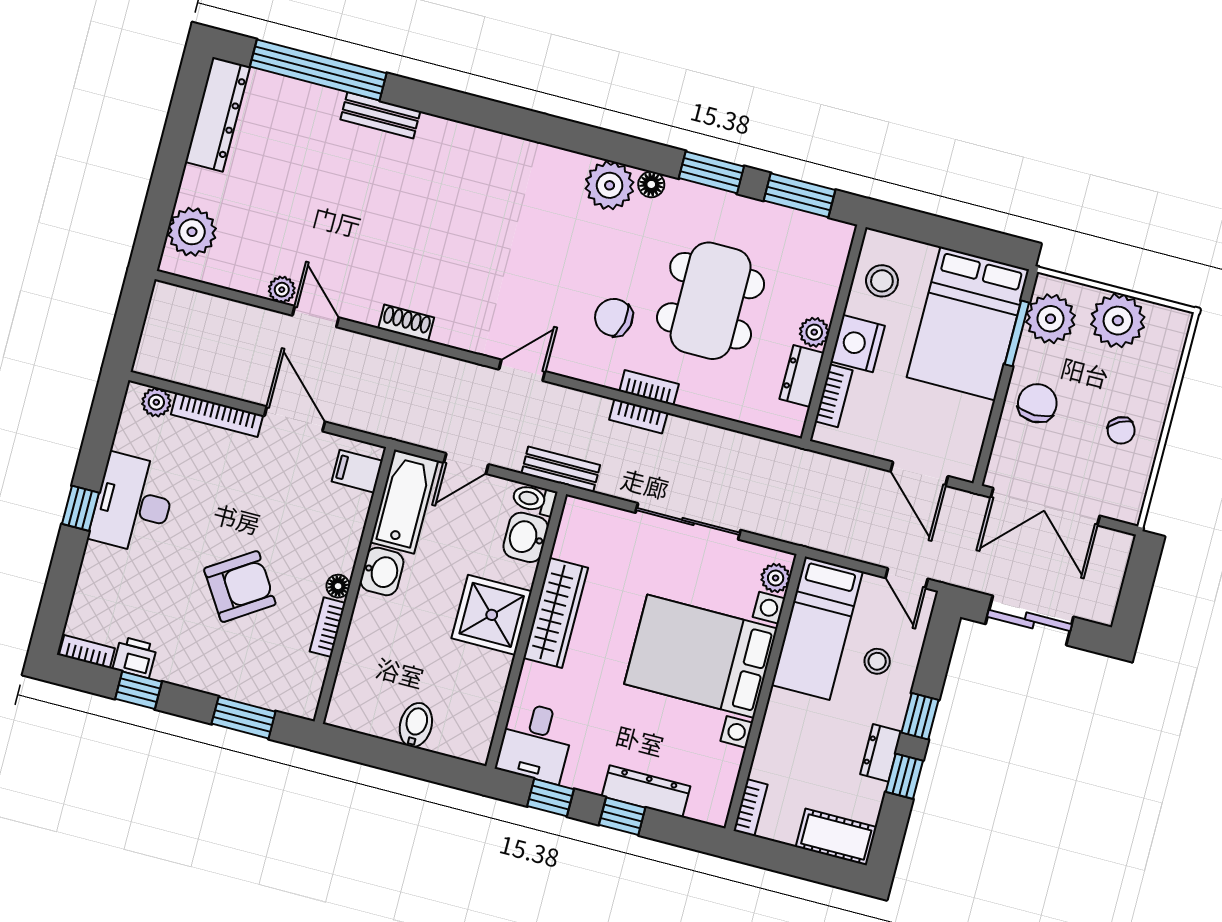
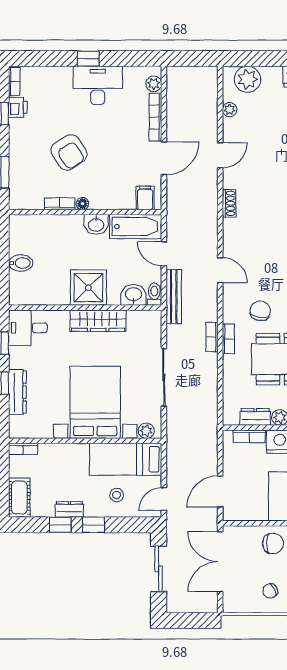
plant: (282, 290) -> (230, 110), moved
bench: (561, 469) -> (174, 297), width x1.36

